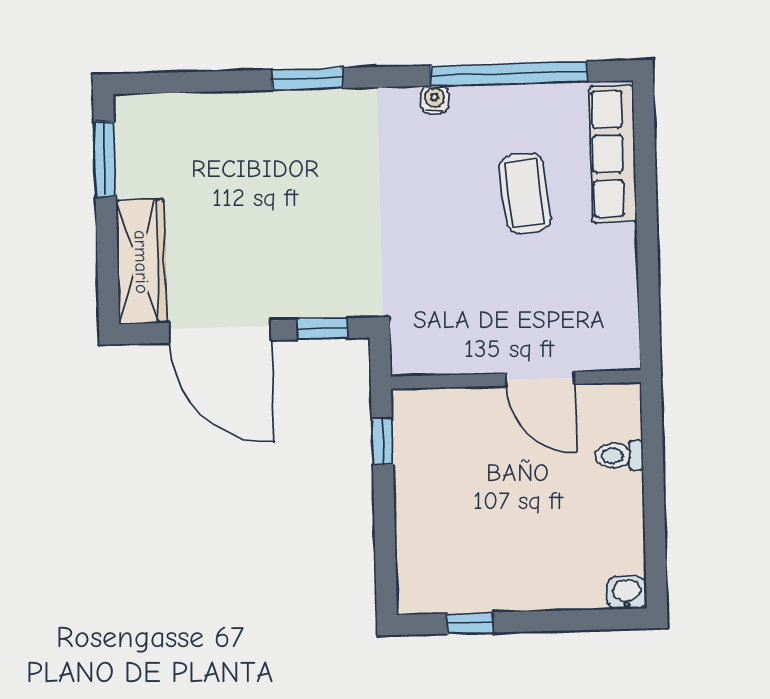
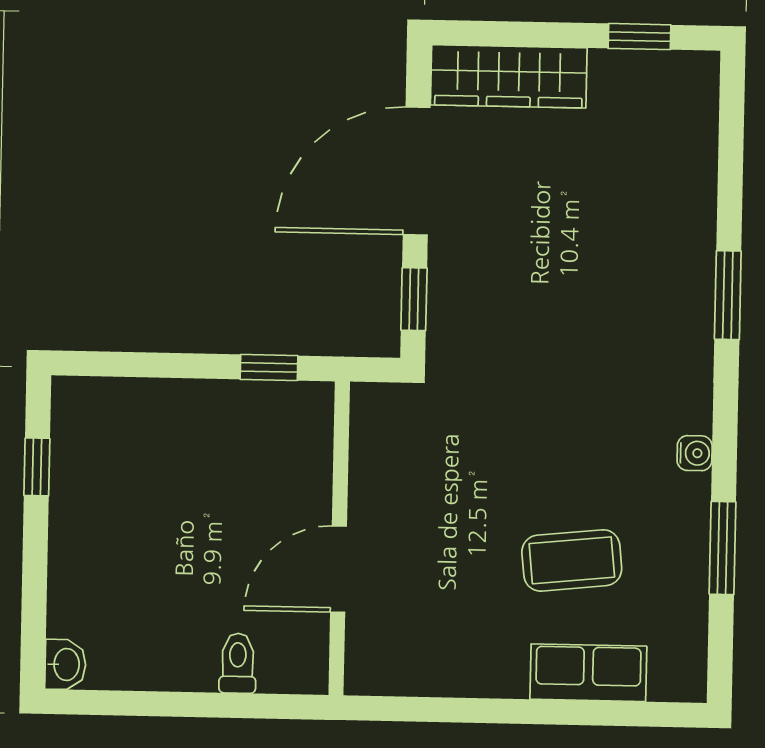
window: (509, 74) -> (722, 548), width x0.47
row of seats: (613, 154) -> (588, 673), width x0.68
window: (105, 159) -> (639, 37), width x0.67

